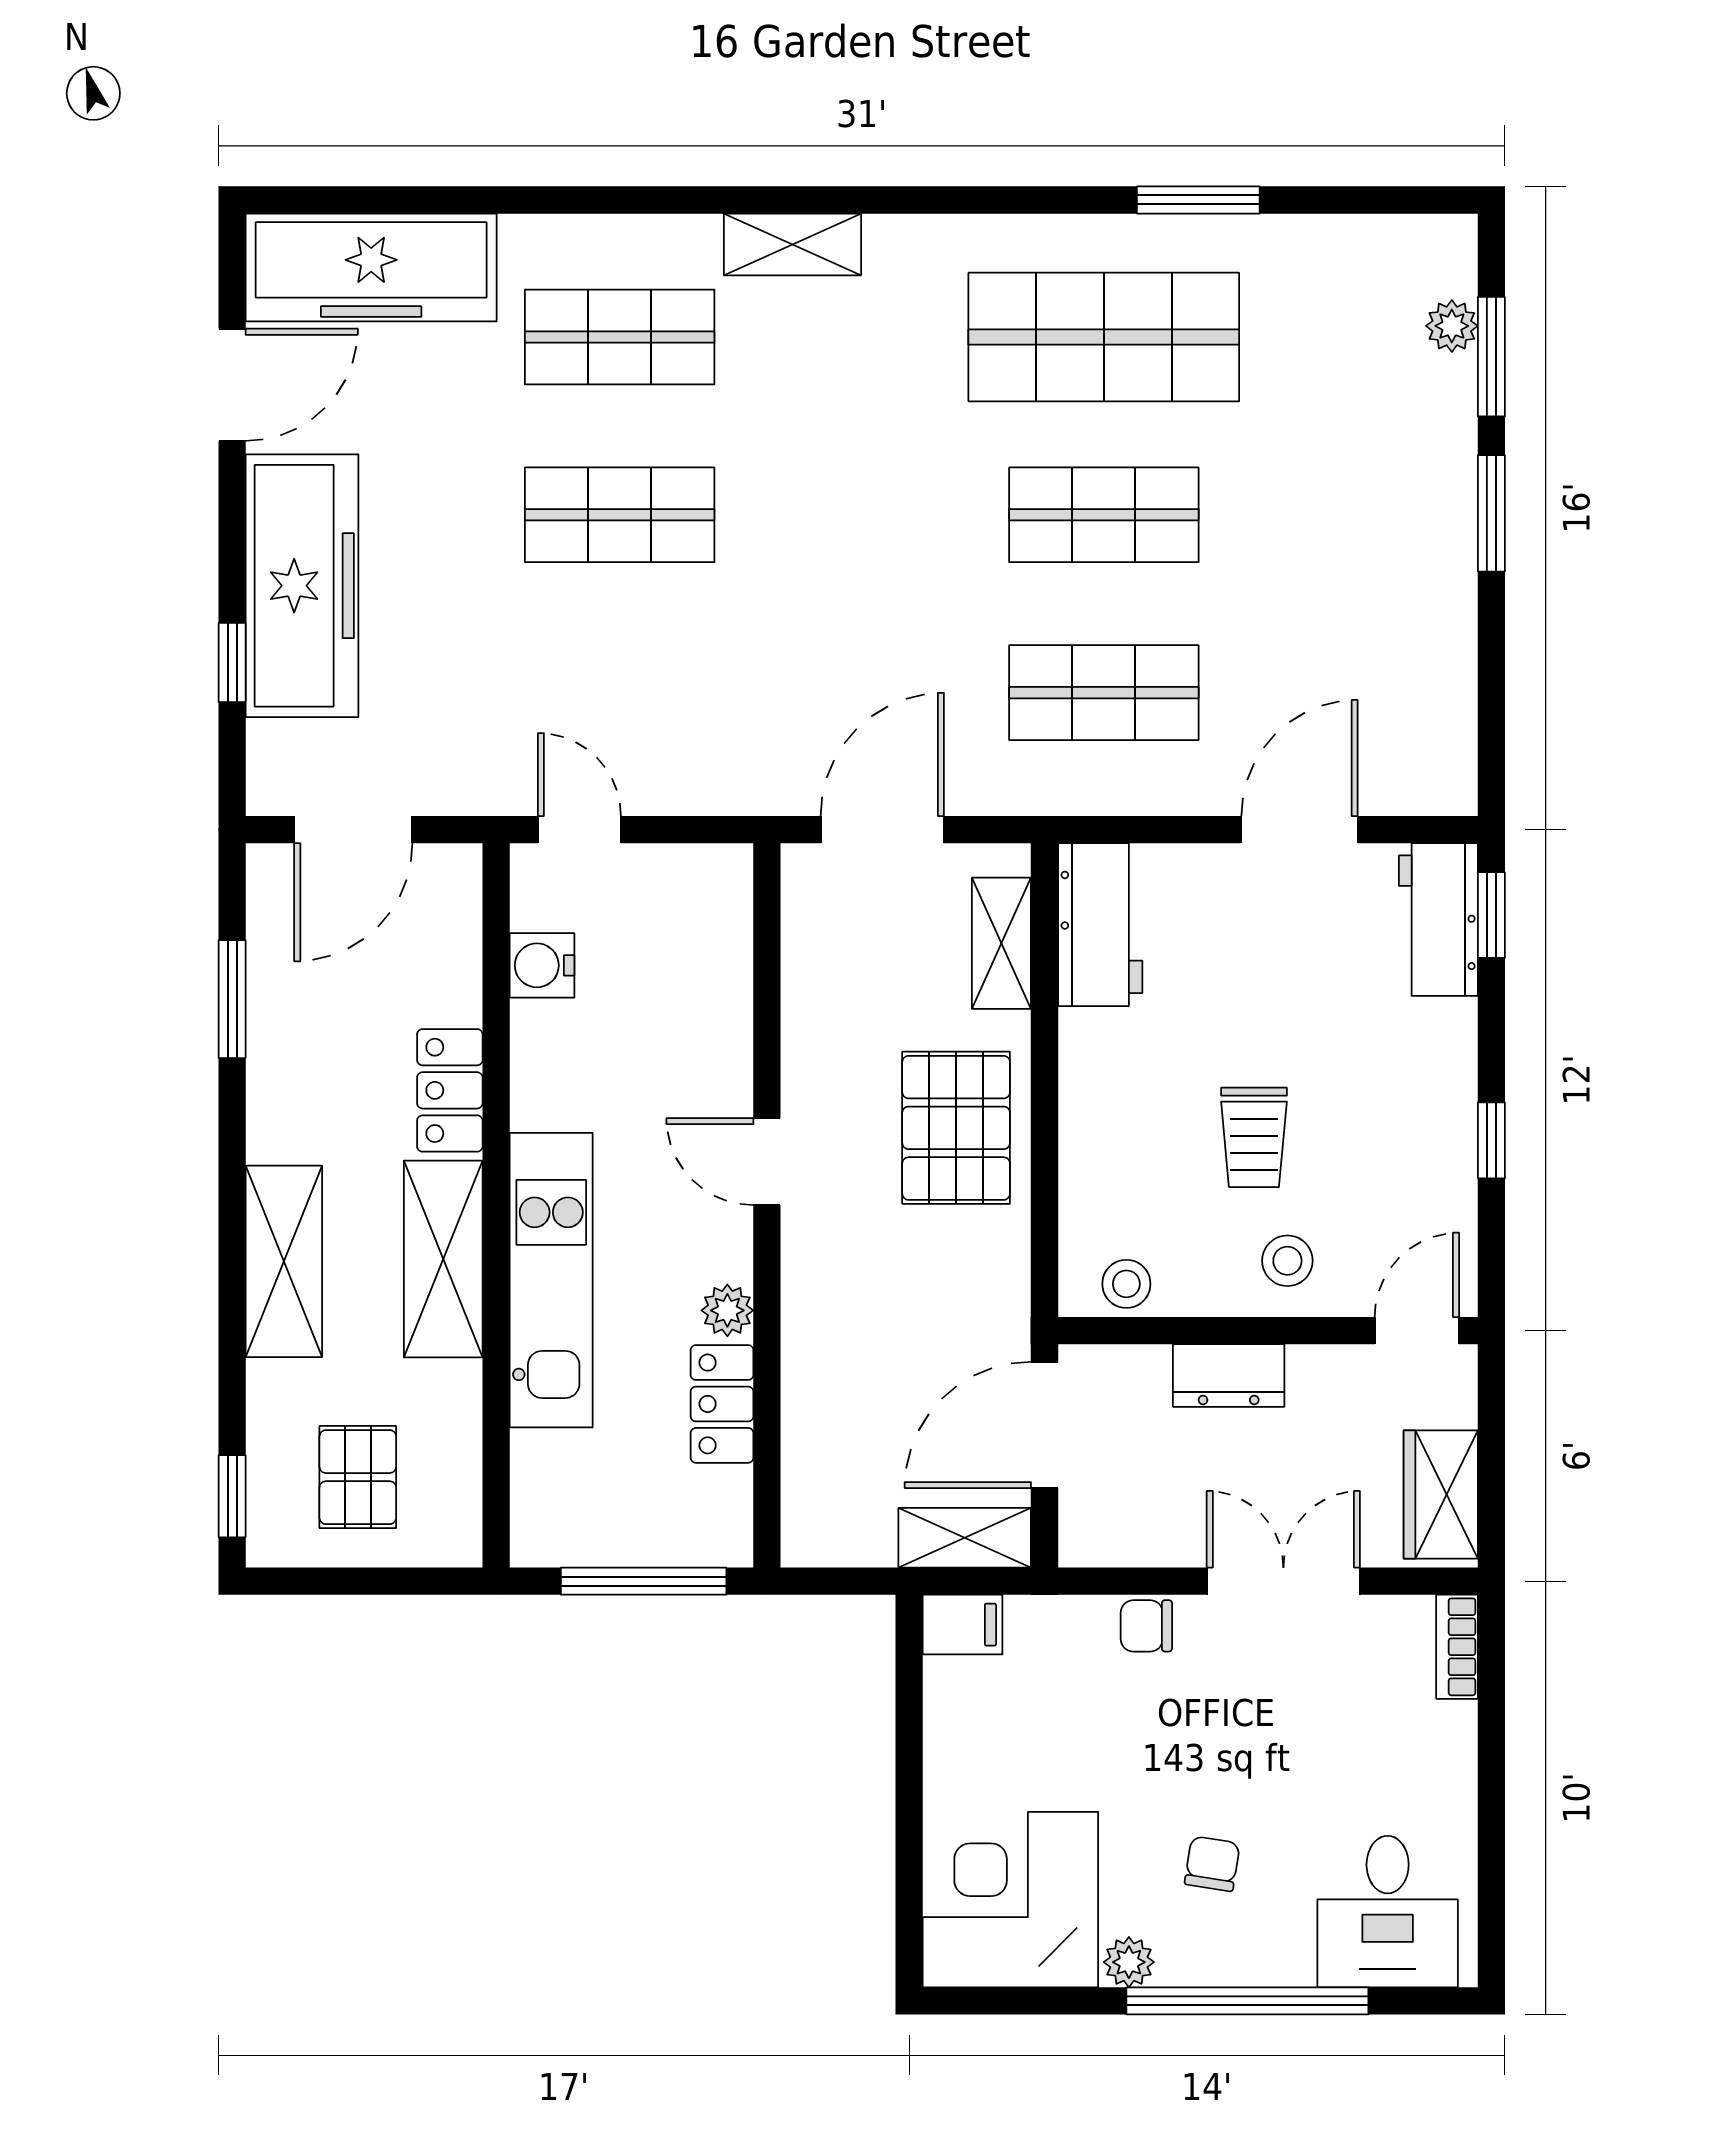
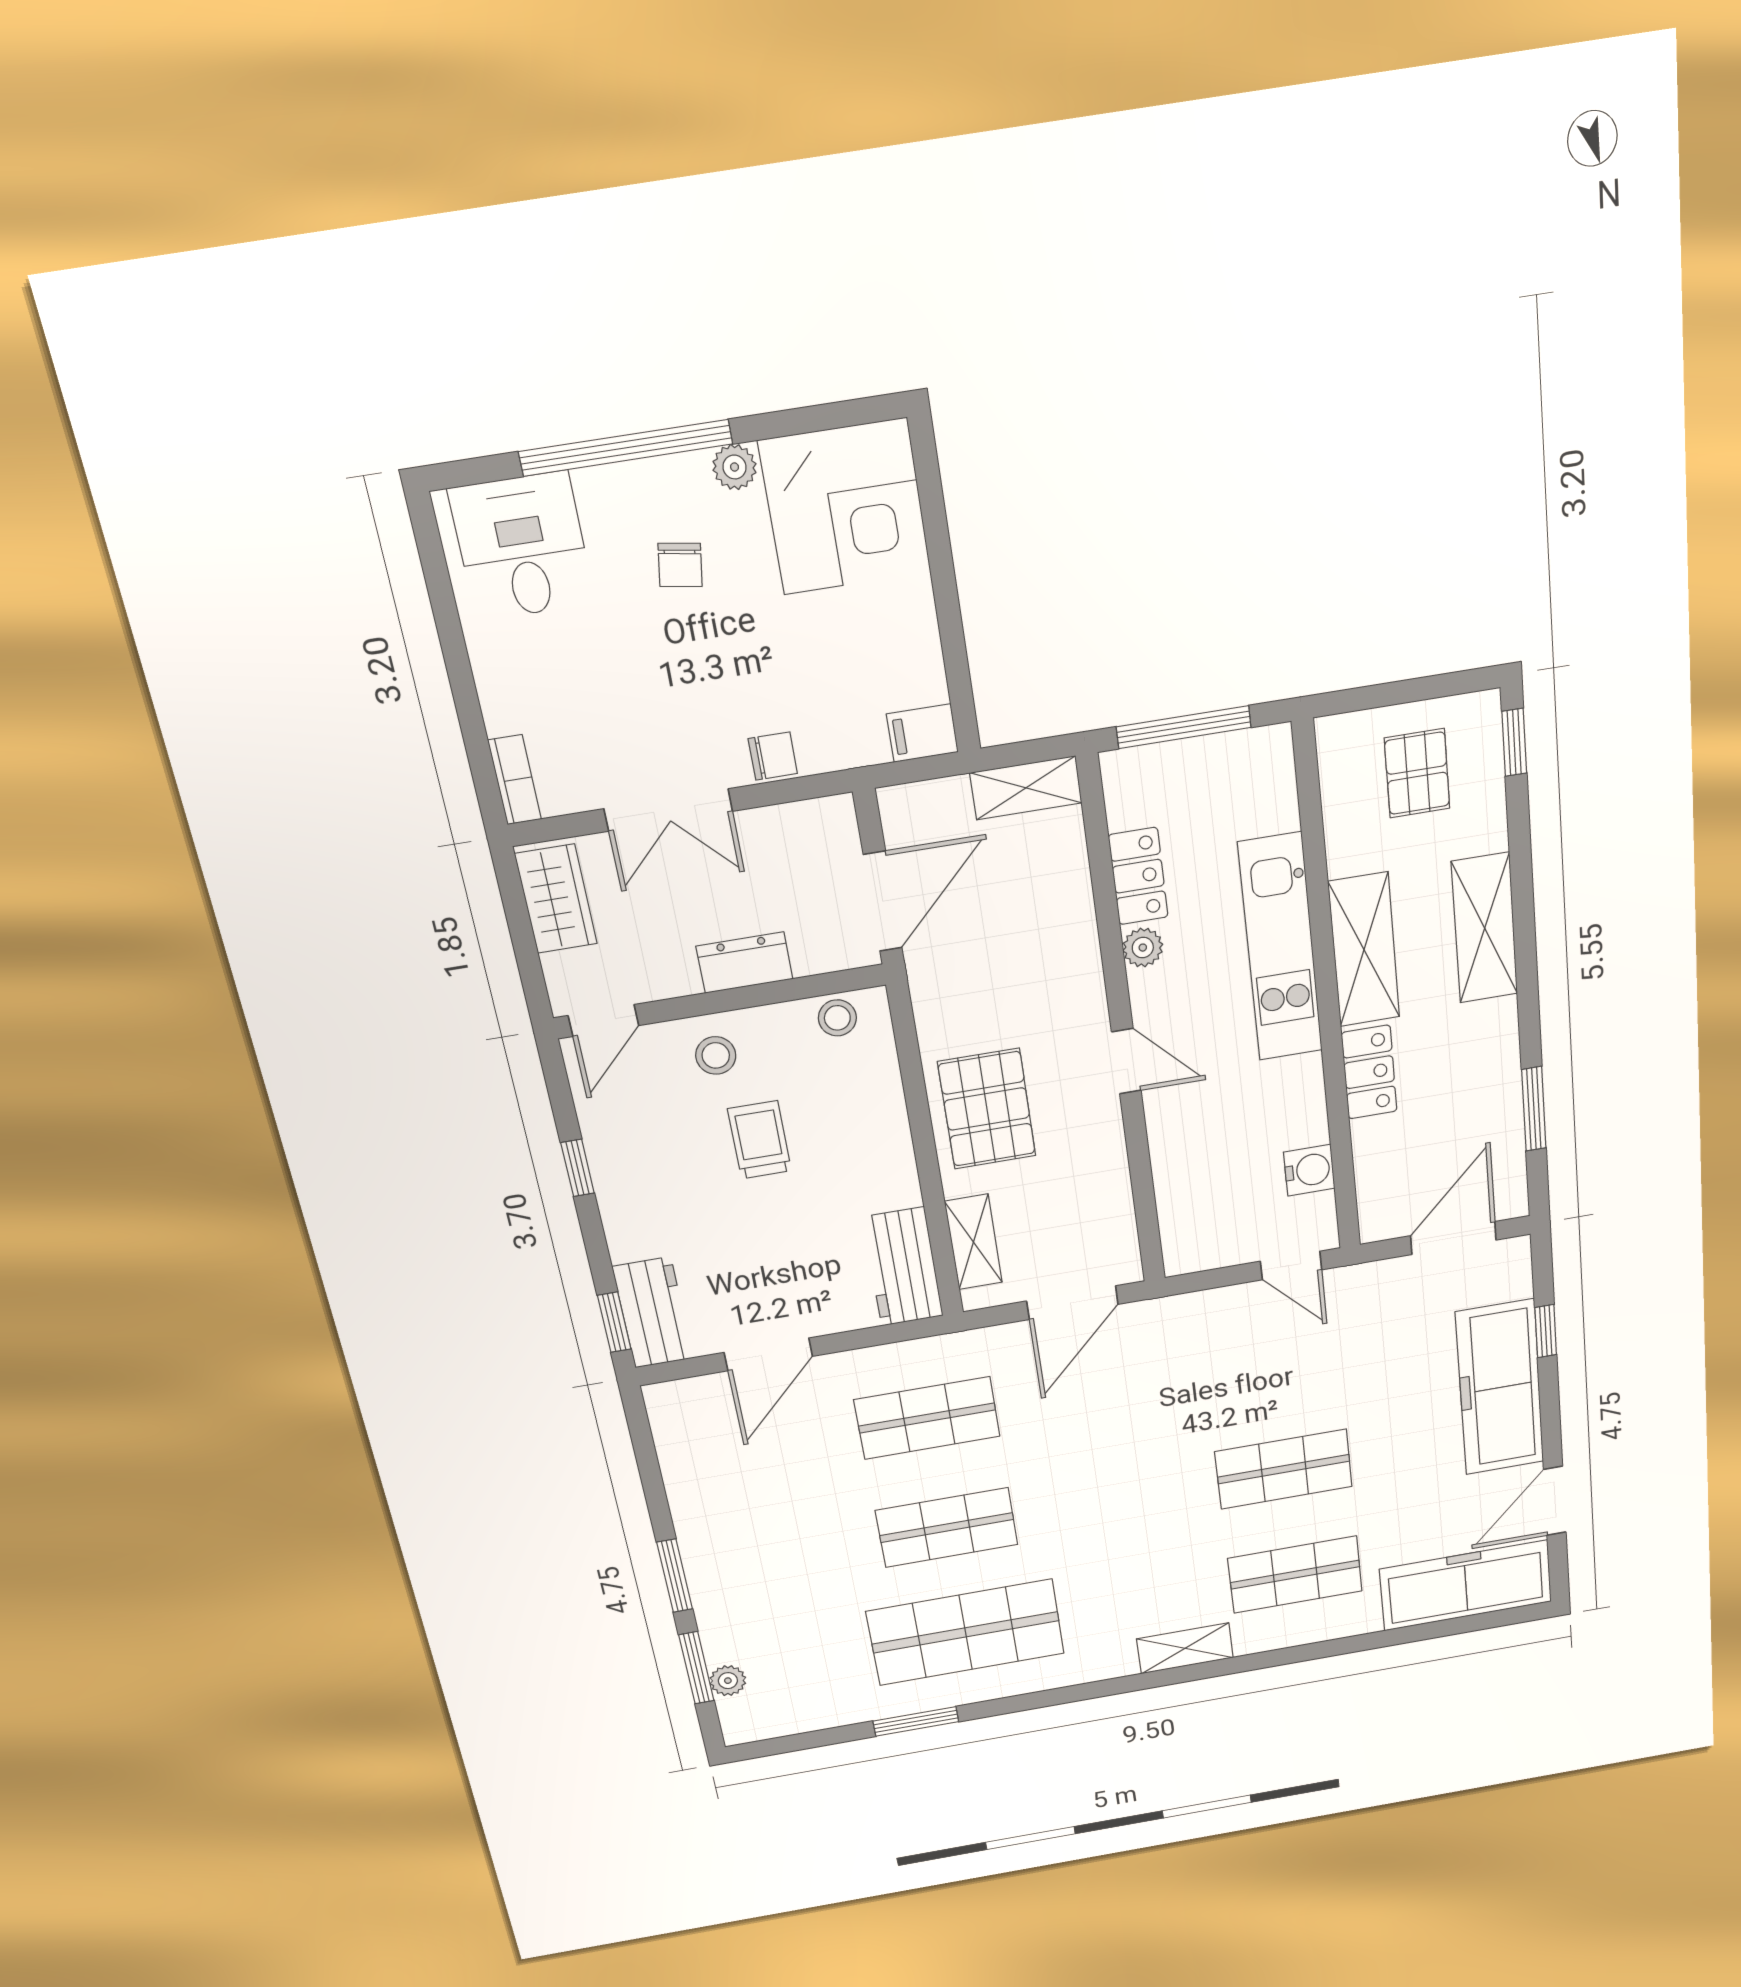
shelving: (965, 1538) -> (1026, 788), moved

